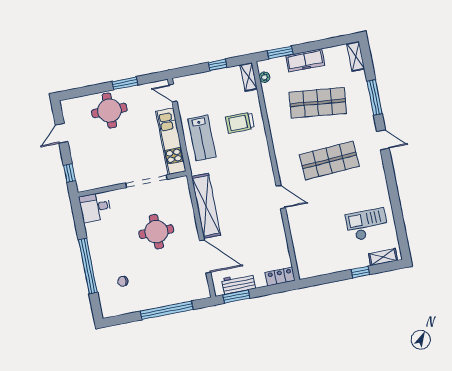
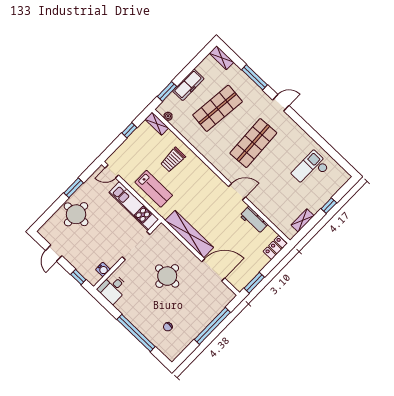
water cooler: (98, 182) -> (103, 269), added
shelving: (383, 257) -> (303, 220), moved
workbench: (238, 284) -> (254, 220), moved, turned -90

